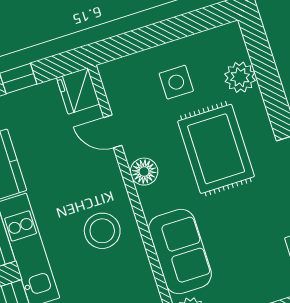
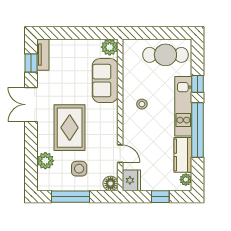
window: (176, 28) -> (70, 197), added
floor lamp: (144, 172) -> (111, 183), moved
stool: (102, 231) -> (142, 104), width x0.53, depth x0.53

